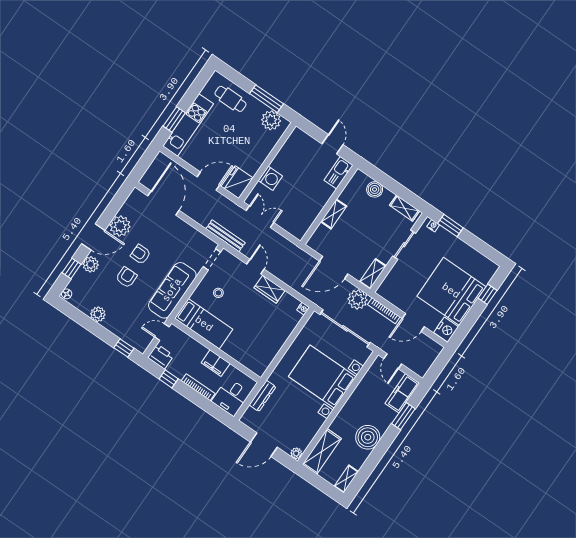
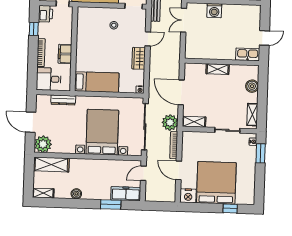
double door: (260, 217) -> (184, 20), swing flipped
bed: (204, 324) -> (97, 82), moved, turned -90
boiler: (368, 437) -> (76, 194), width x0.54, depth x0.54
plant: (296, 453) -> (43, 144), width x1.88, depth x1.88

